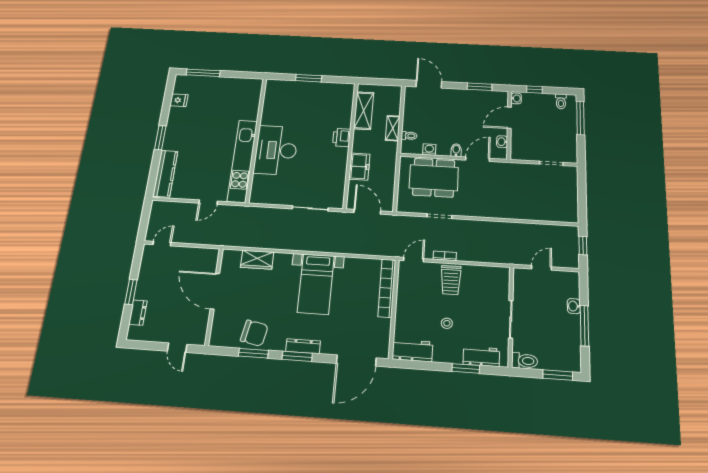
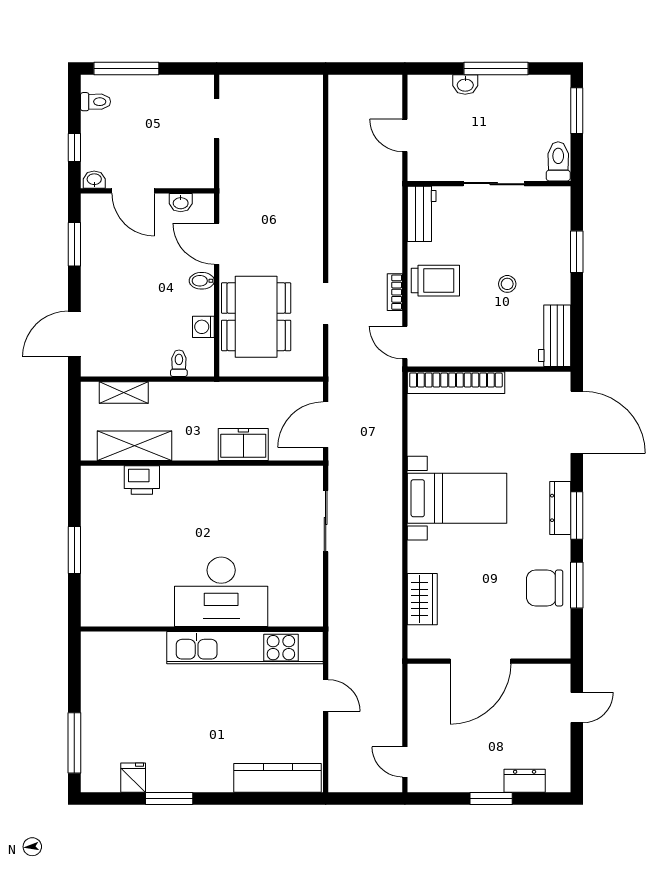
shelving: (393, 128) -> (124, 392), moved
printer: (342, 137) -> (142, 480), moved
window: (160, 138) -> (169, 799), moved
window: (583, 246) -> (362, 68), removed
chair: (254, 333) -> (545, 588), turned -101
workbench: (481, 356) -> (422, 214), moved, turned 180

